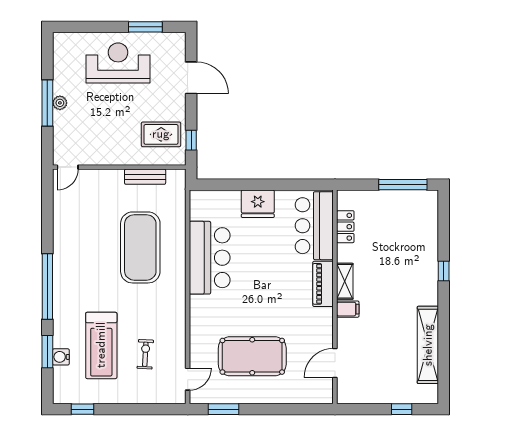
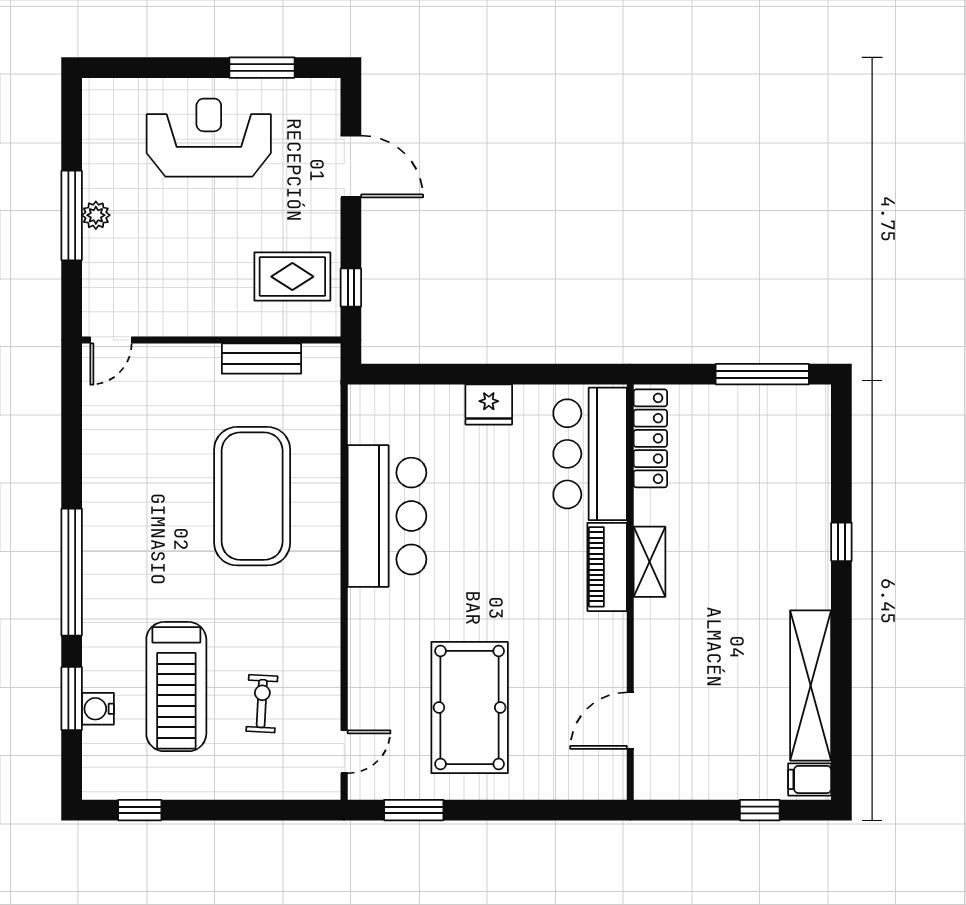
fridge: (258, 204) -> (489, 404), width x0.73, depth x0.75
locker: (345, 227) -> (650, 438), width x1.53
filing cabinet: (348, 309) -> (810, 779), moved, turned 180
pool table: (252, 356) -> (470, 707), turned 90

